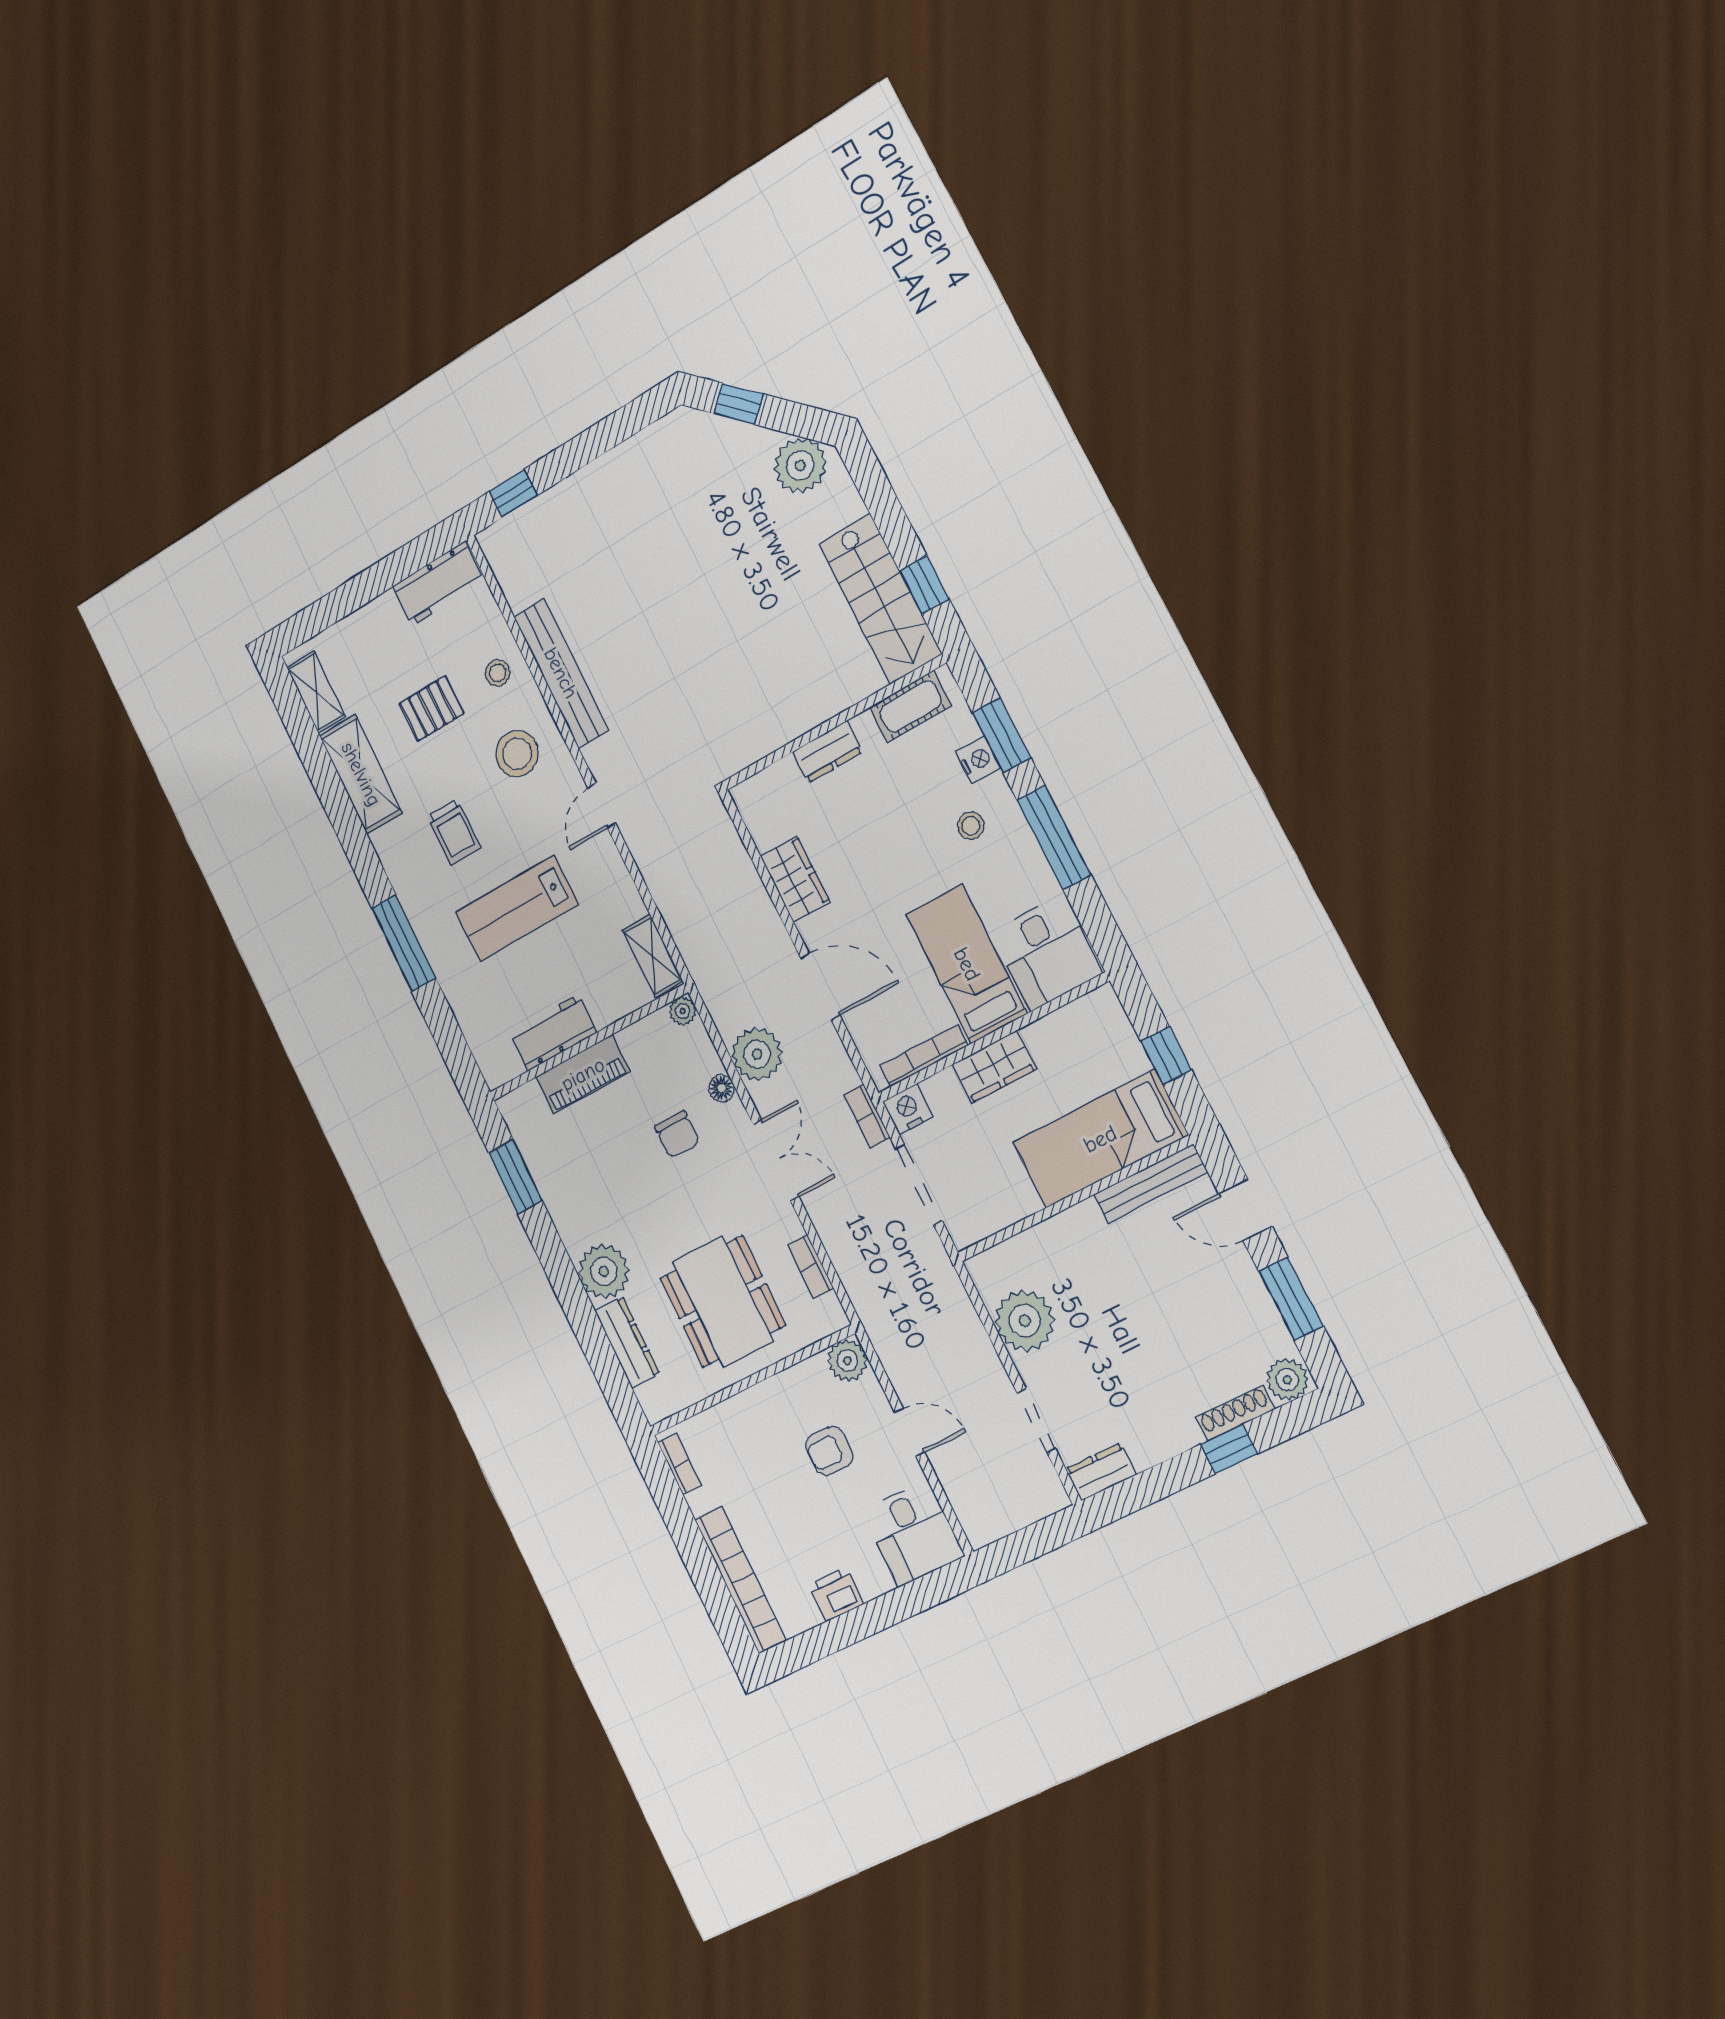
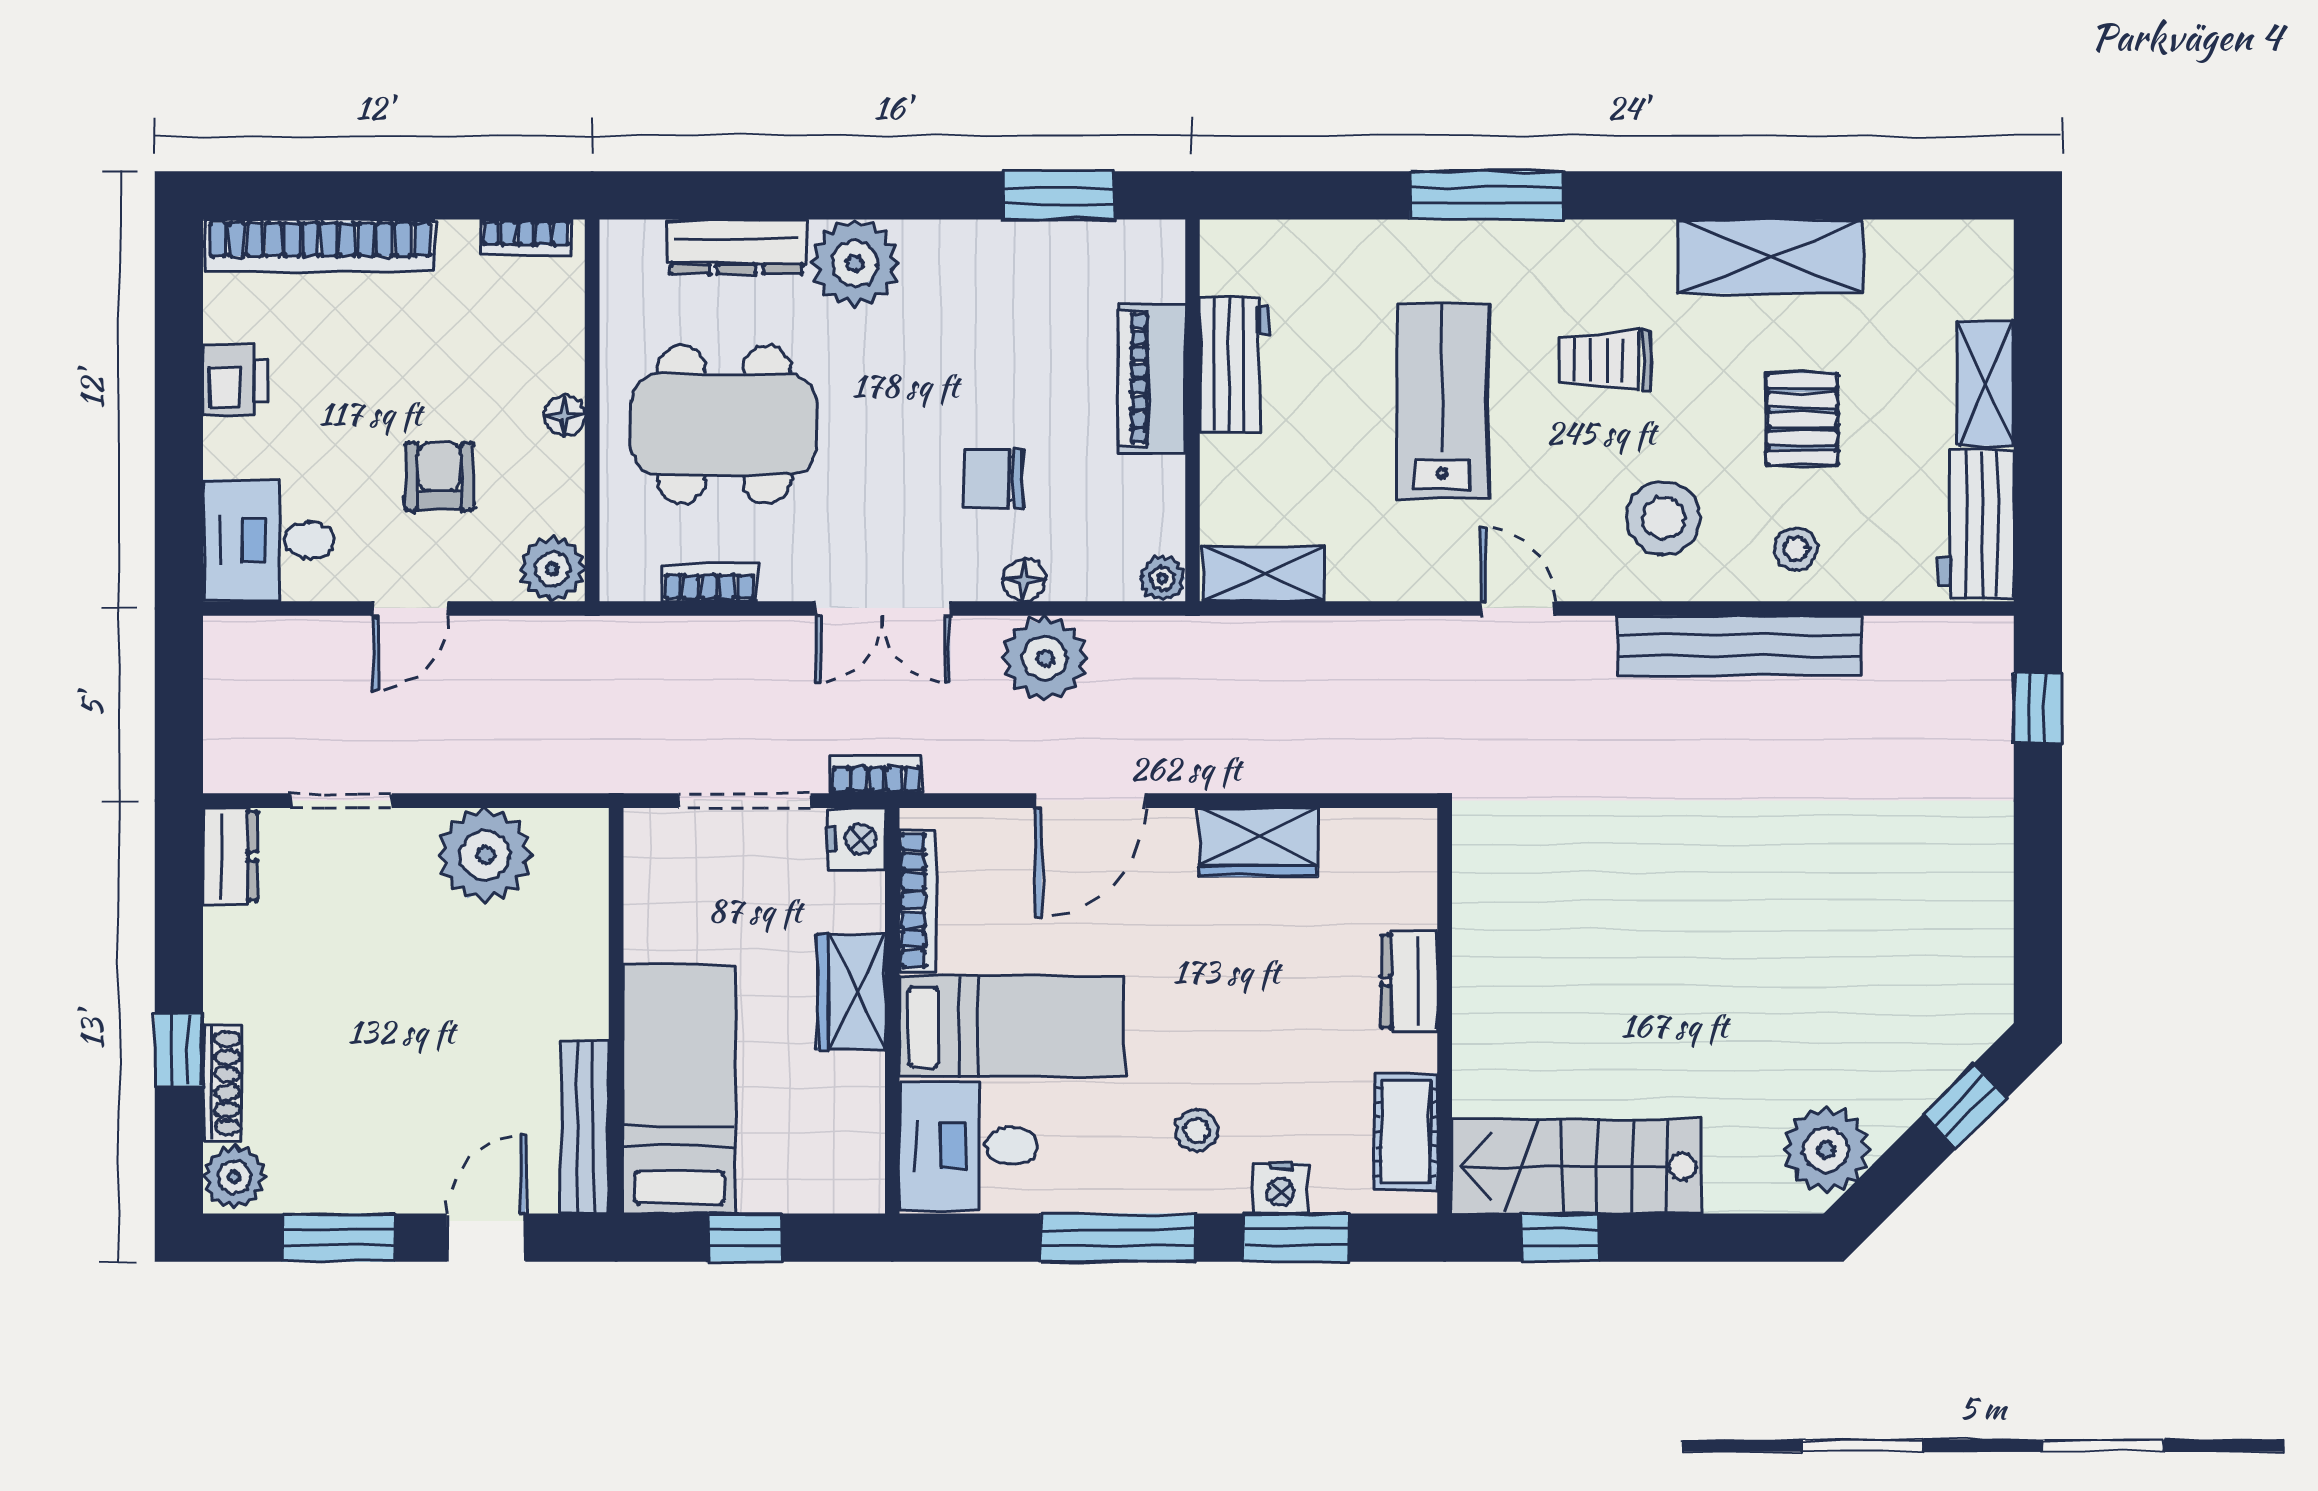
shelving: (316, 692) -> (1986, 383), moved, turned 90
floor lamp: (762, 1395) -> (565, 415), added

